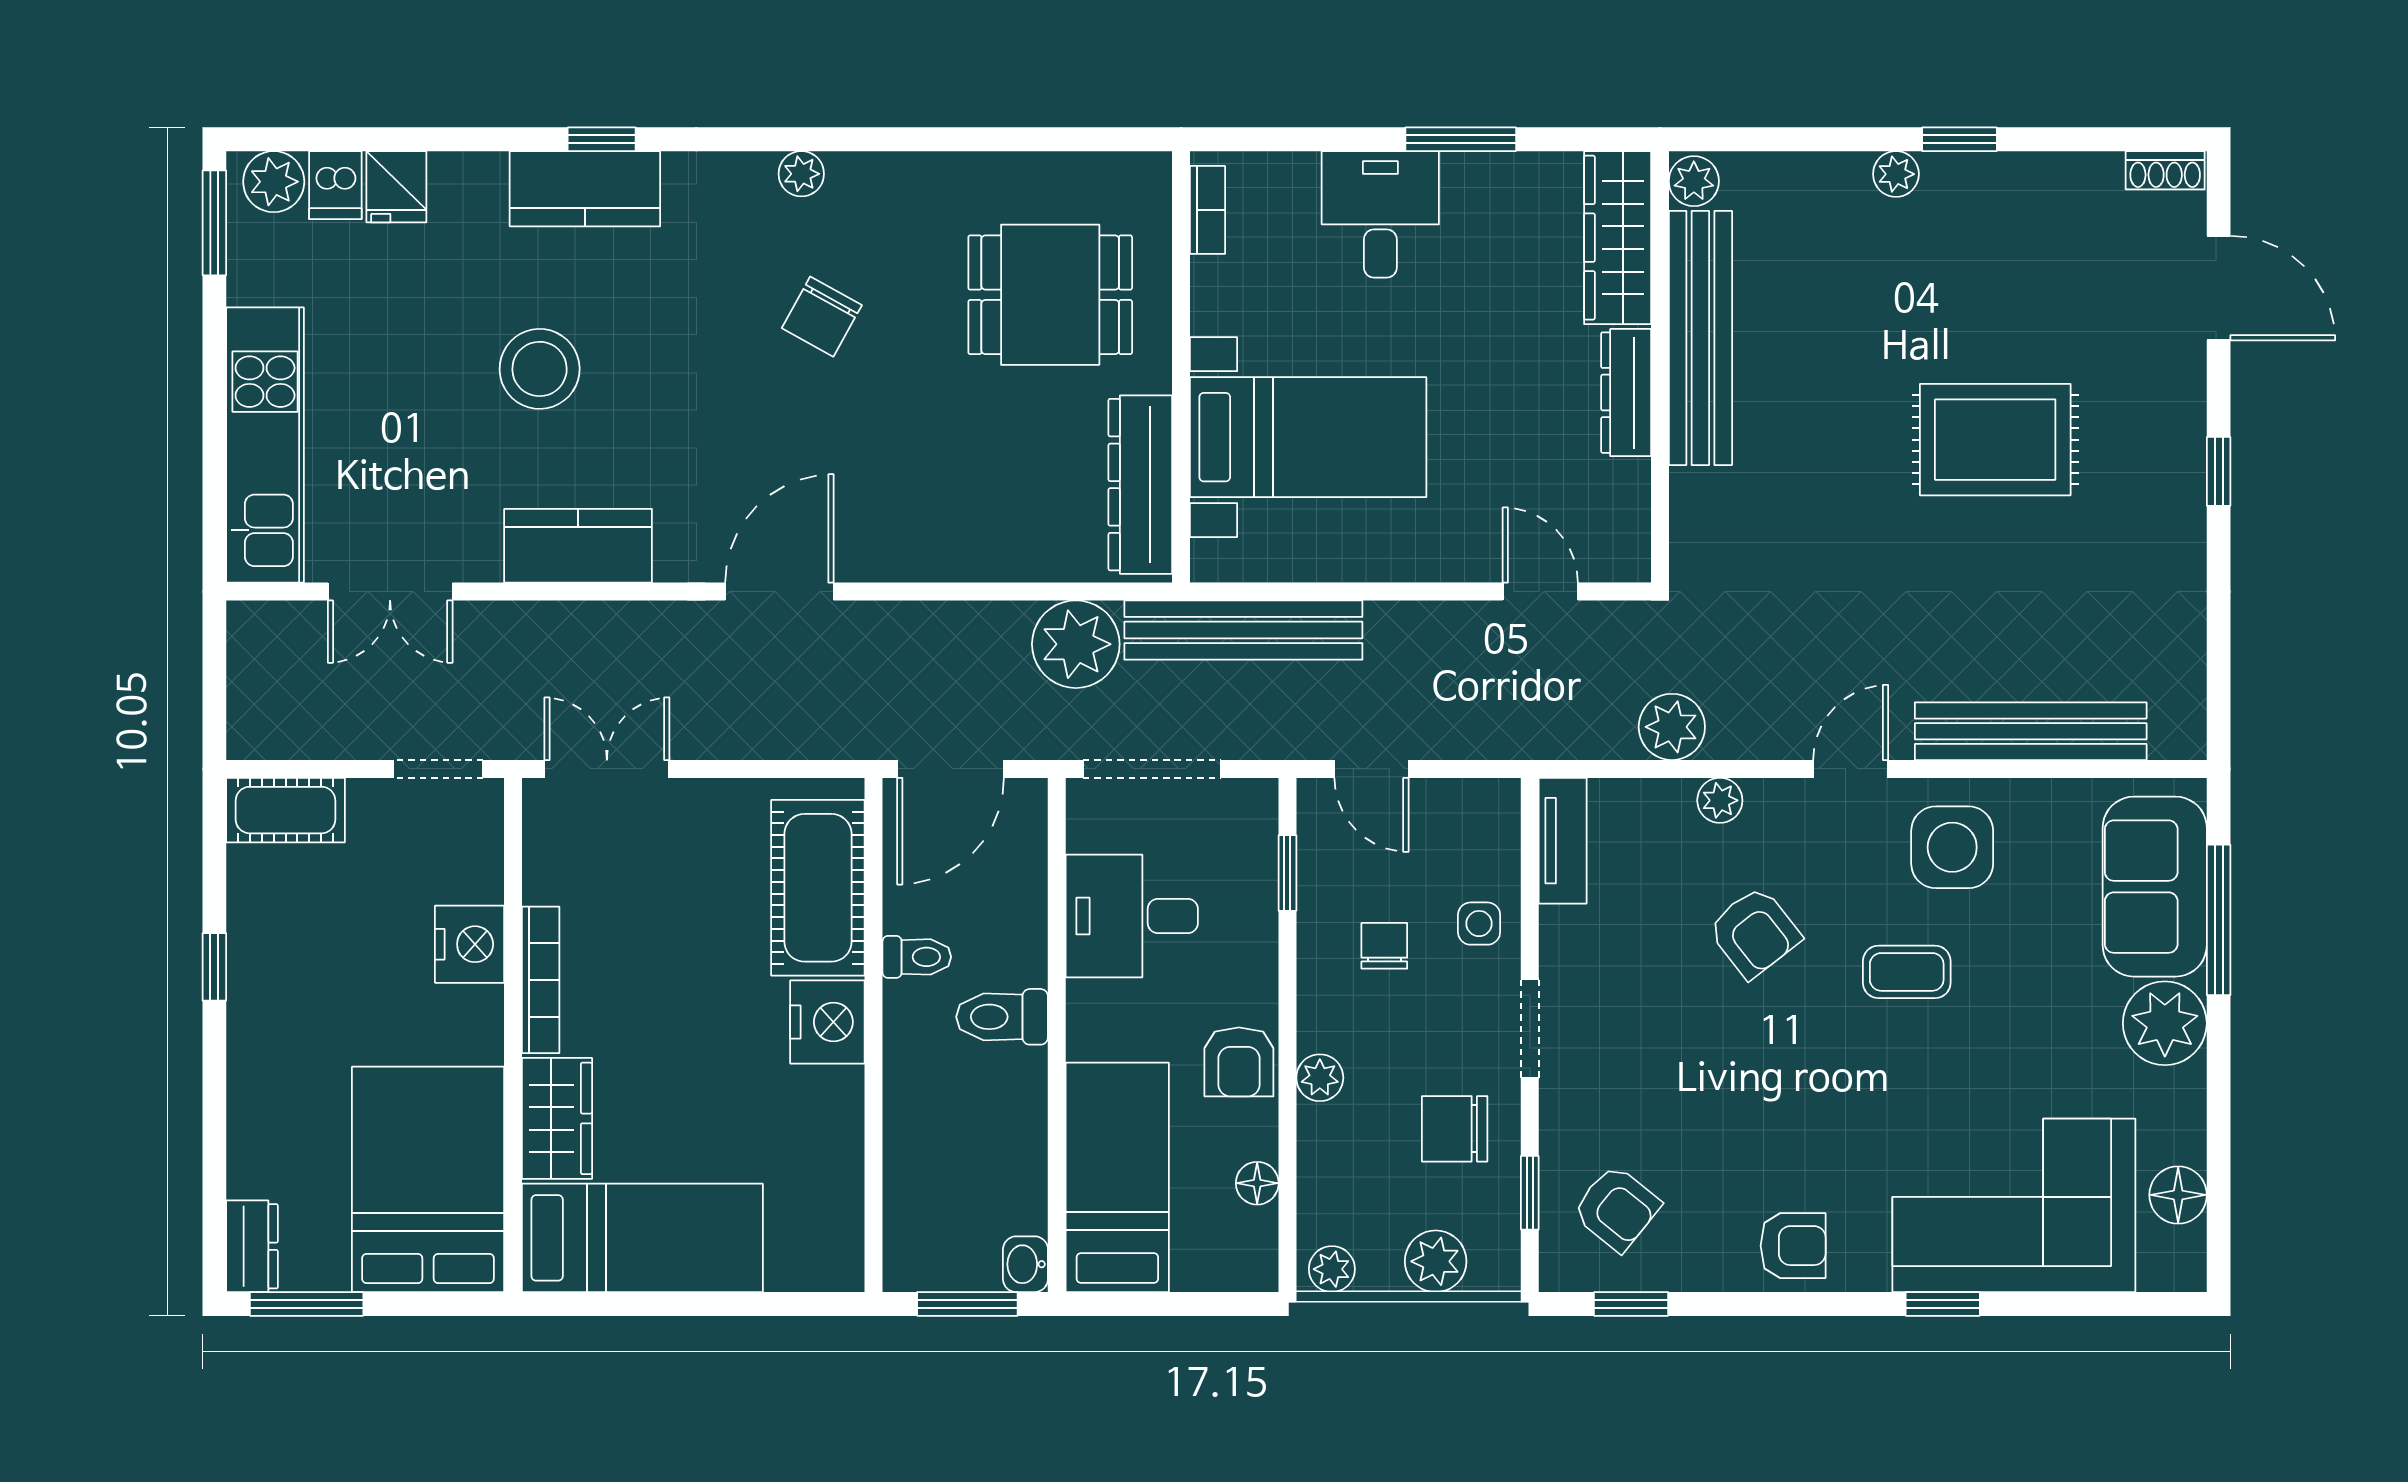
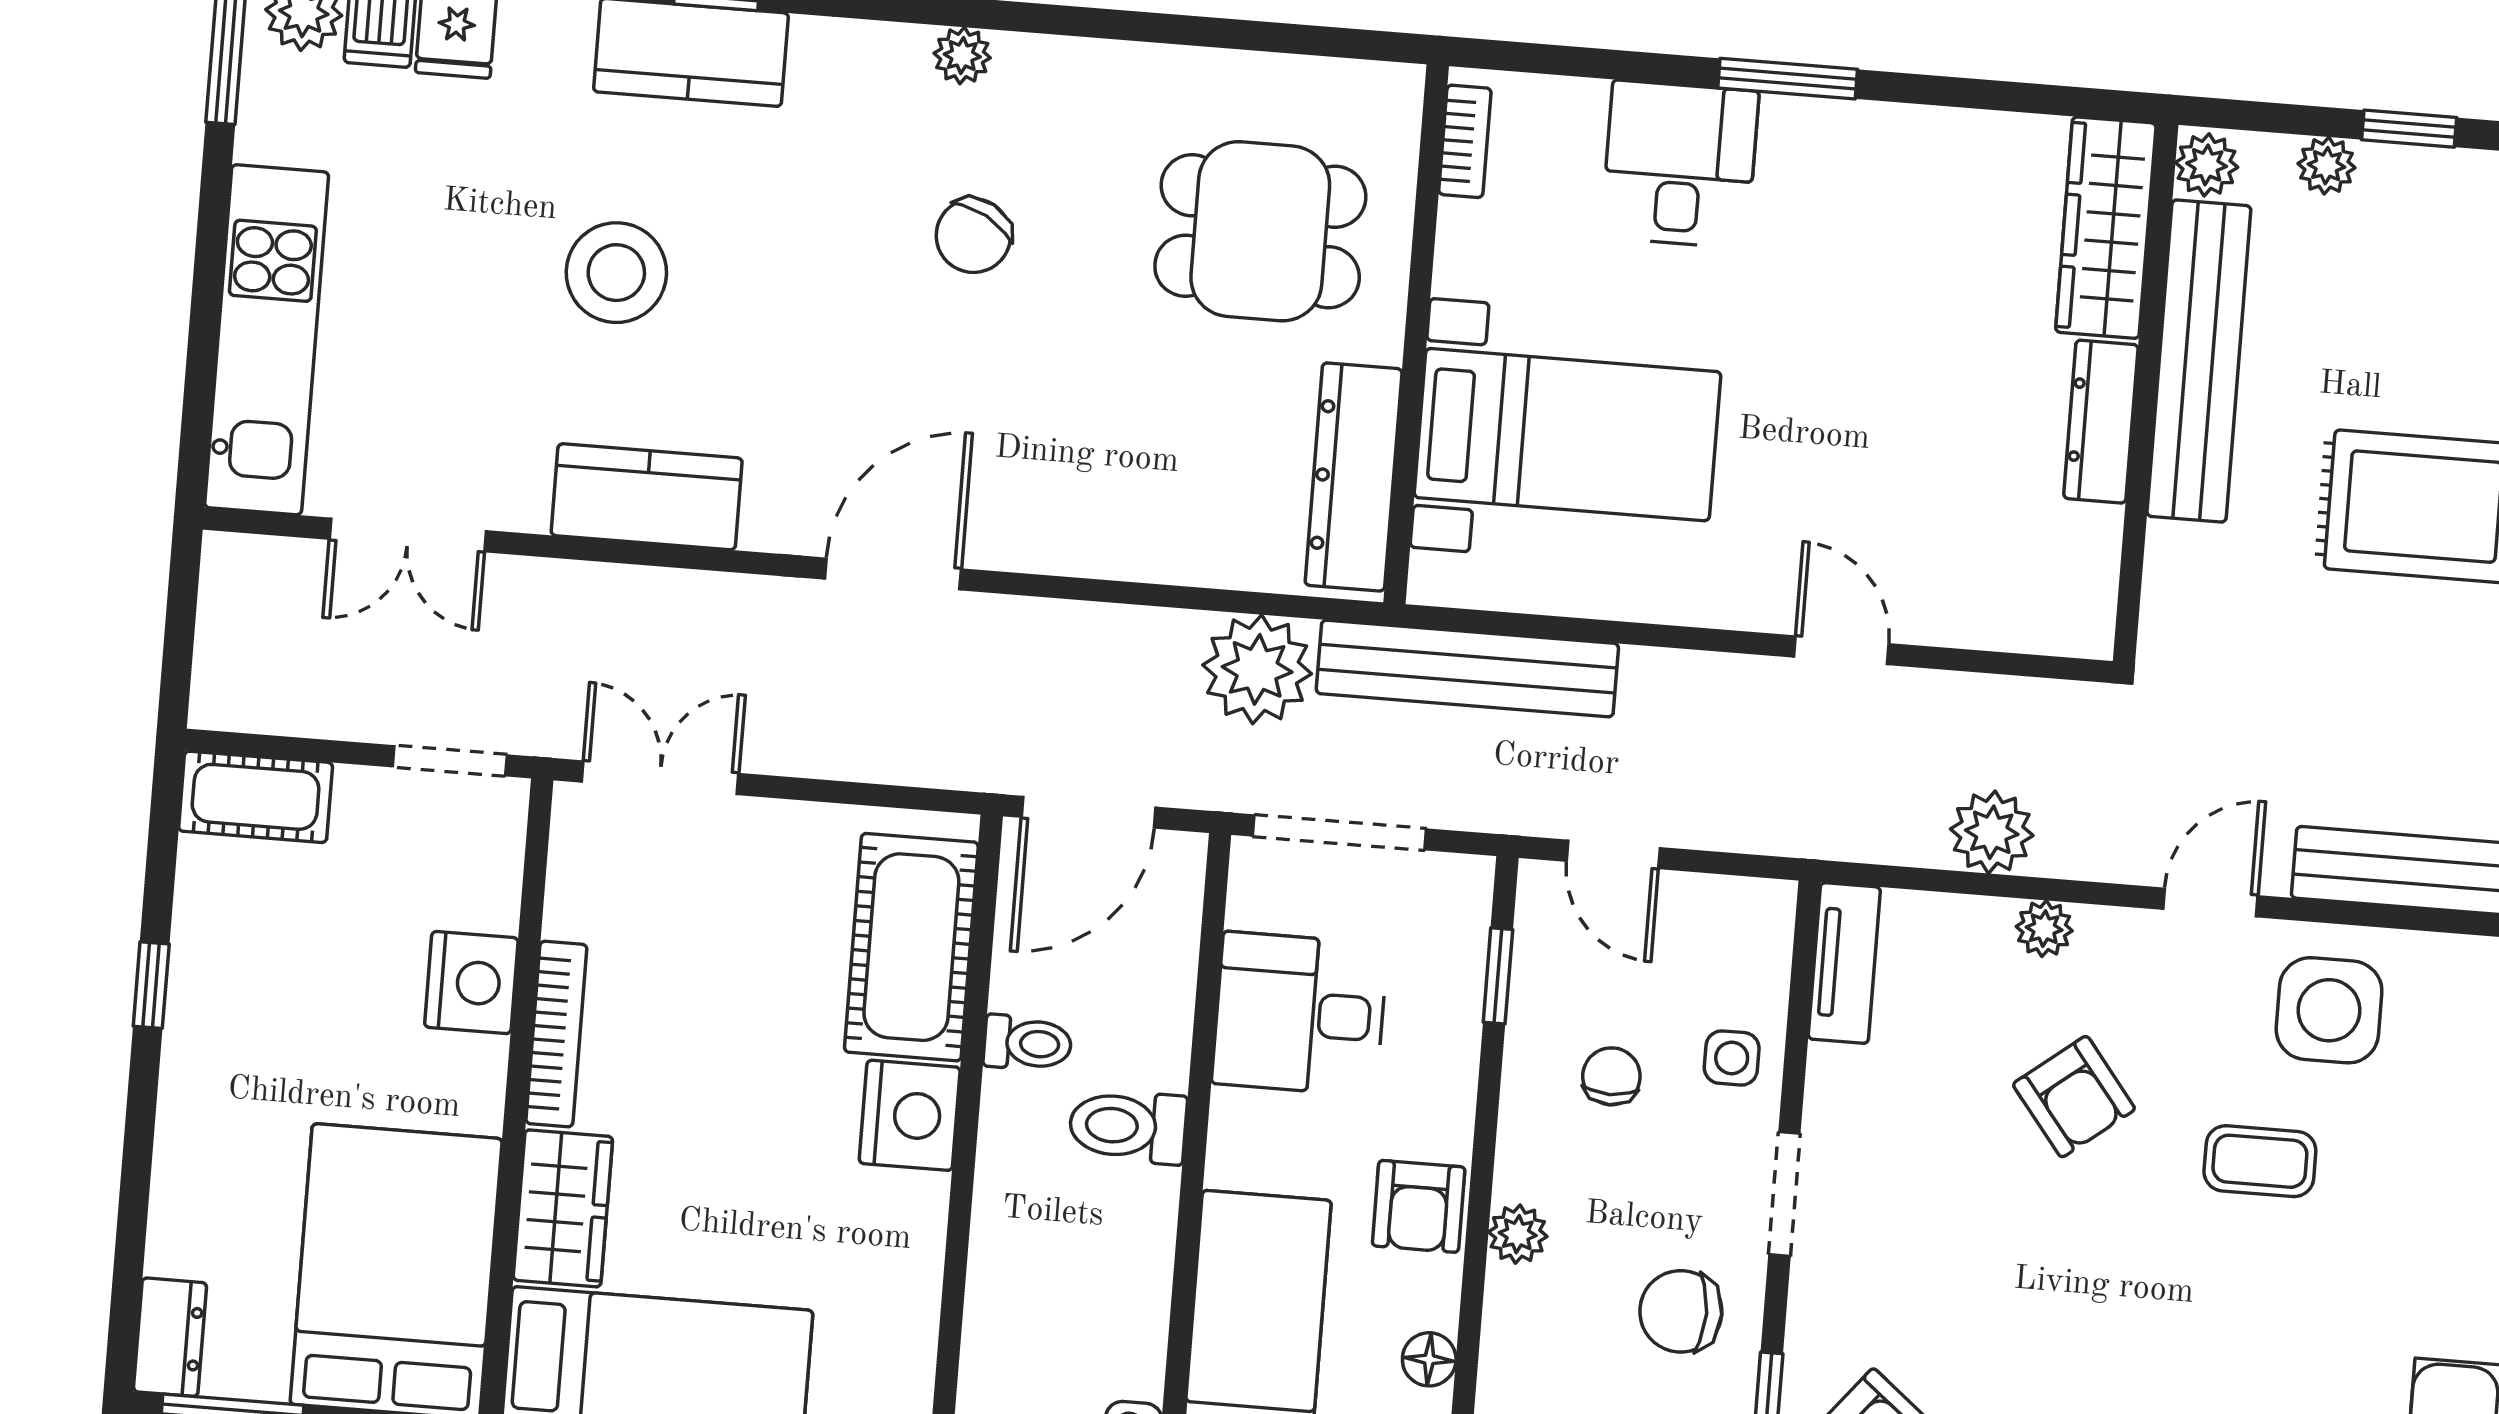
plant: (1694, 181) -> (2207, 165), moved
wardrobe: (1618, 238) -> (2106, 228), moved
bench: (1700, 338) -> (2199, 361), moved
wall: (1660, 367) -> (2146, 393), moved
dresser: (1626, 393) -> (2101, 422), moved

